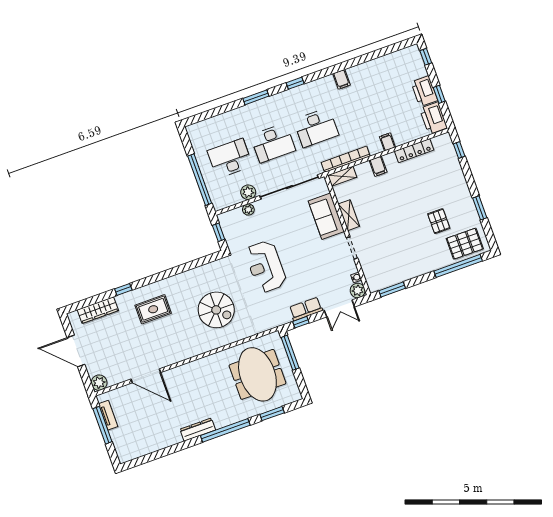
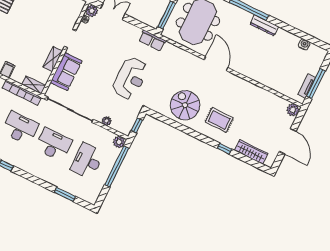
window: (256, 97) -> (65, 194), moved
desk: (230, 158) -> (87, 161), turned 90
plant: (248, 192) -> (119, 142), moved
row of seats: (306, 309) -> (152, 41), moved
spiral stairs: (216, 310) -> (185, 105), moved
window: (301, 322) -> (143, 26), removed
door: (146, 376) -> (216, 64), moved
water cooler: (147, 448) -> (304, 45), added

